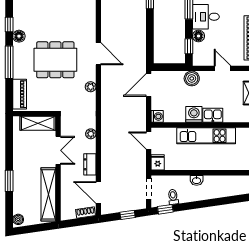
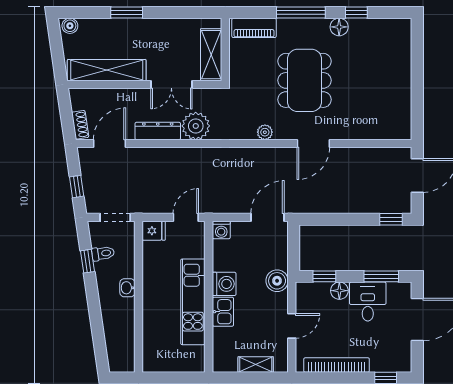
door: (149, 85) -> (267, 217), hinge flipped
plant: (91, 134) -> (196, 126), width x1.87, depth x1.87
dresser: (90, 164) -> (158, 131), width x1.44
window: (165, 209) -> (88, 261), moved

